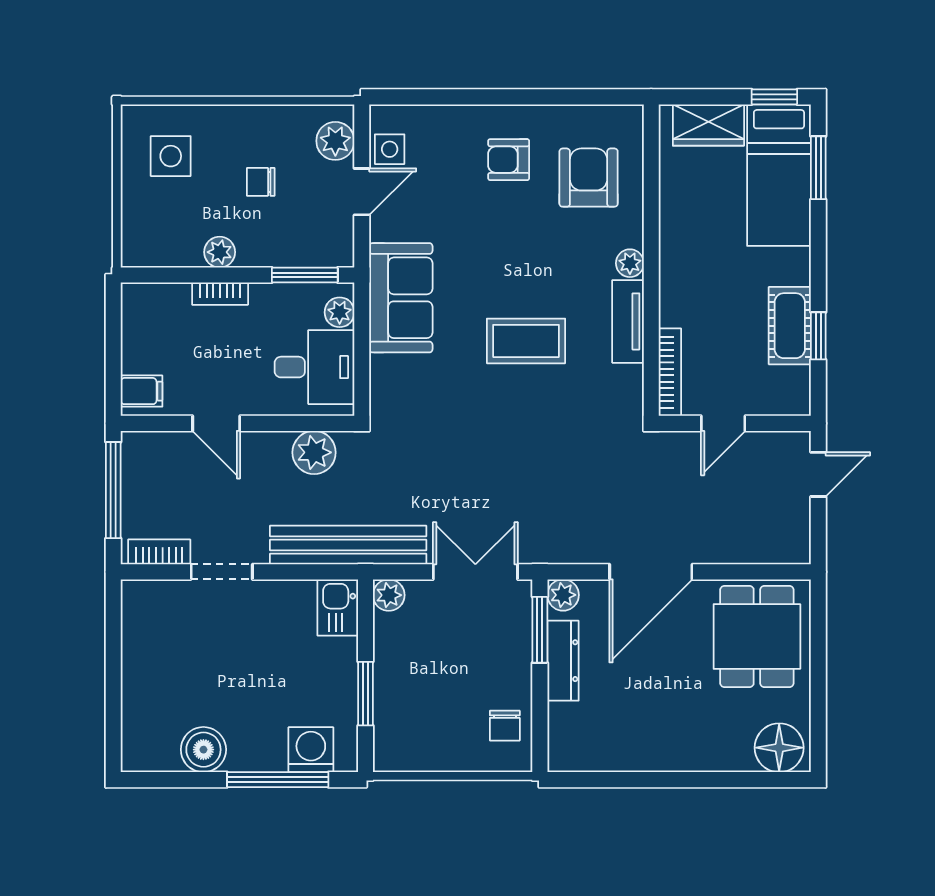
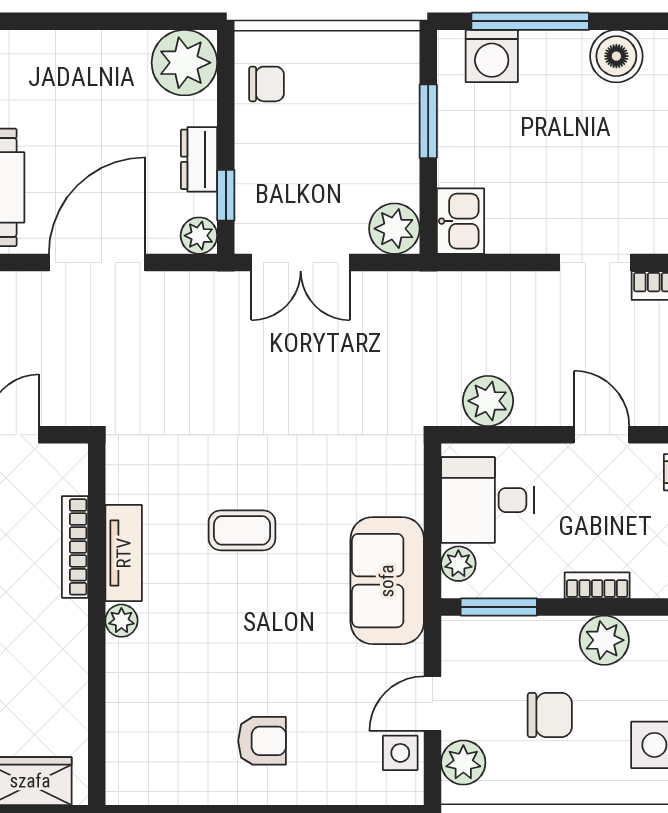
armchair: (589, 178) -> (169, 720), removed
chair: (261, 182) -> (550, 715), width x1.37, depth x1.37
plant: (220, 252) -> (604, 640), width x1.38, depth x1.38
coffee table: (526, 341) -> (242, 530), width x0.73, depth x0.77
bookcase: (670, 372) -> (75, 547), moved
bench: (348, 545) -> (448, 294), removed
plant: (389, 595) -> (394, 229), width x1.38, depth x1.38
window: (540, 630) -> (226, 195), width x0.67
dresser: (563, 661) -> (199, 159), width x0.70
chair: (505, 726) -> (267, 84), turned 90
plant: (576, 744) -> (184, 63), added

